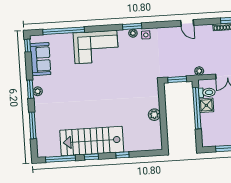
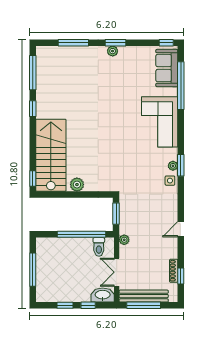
sofa: (40, 59) -> (167, 68), moved, turned 90
shower: (206, 105) -> (84, 246), removed
stairs: (92, 141) -> (51, 155), moved
window: (122, 155) -> (33, 178), moved

